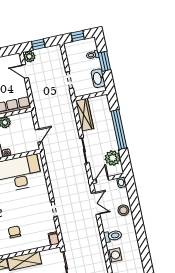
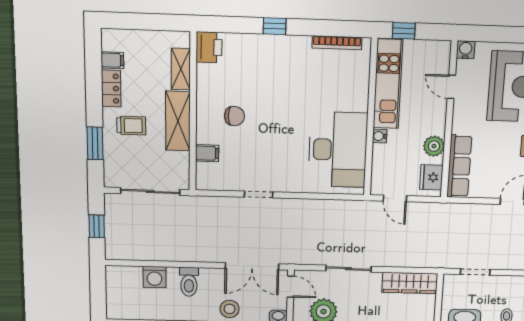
fridge: (22, 119) -> (431, 177), added
double door: (96, 204) -> (252, 266), width x1.37
filing cabinet: (54, 238) -> (207, 153), moved

